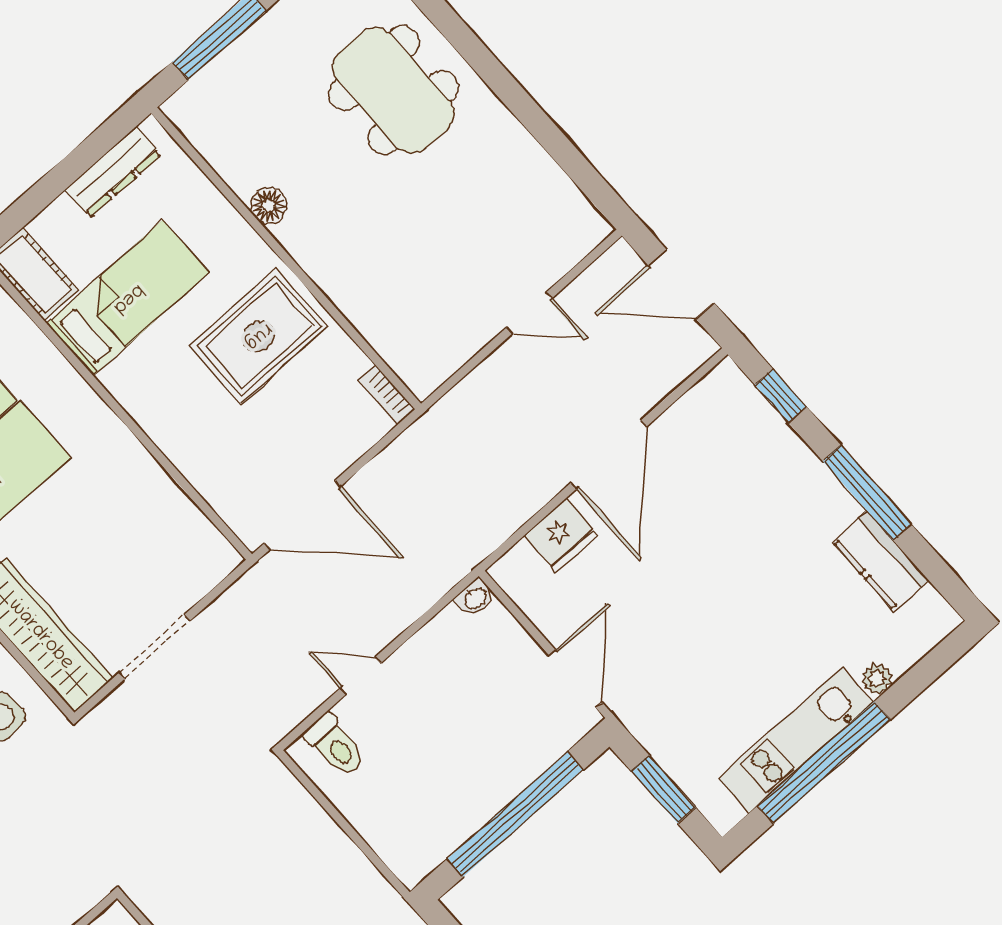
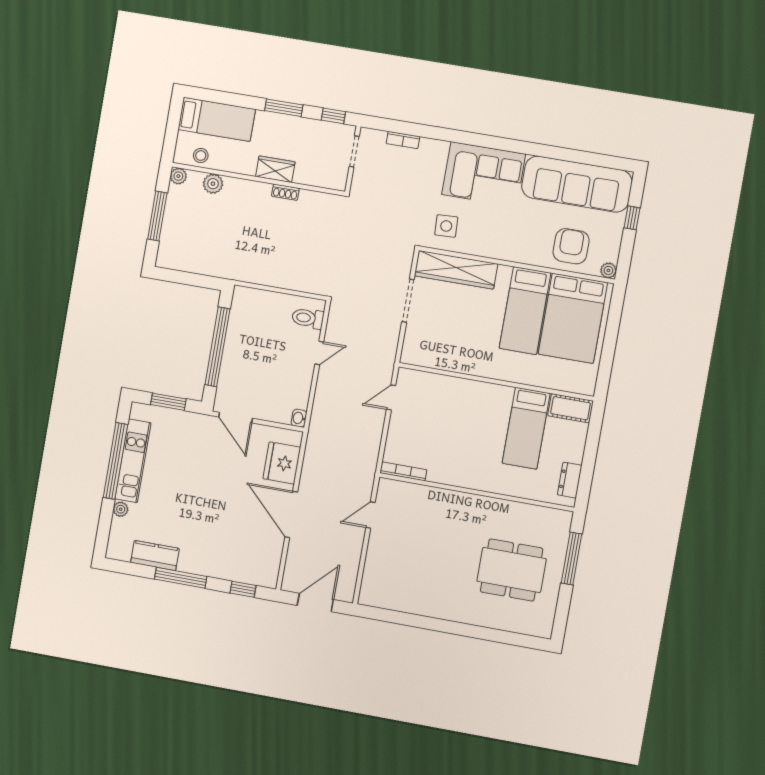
dining table: (393, 90) -> (512, 570), moved
dresser: (113, 172) -> (570, 480), width x0.70
floor lamp: (269, 206) -> (500, 507), removed
door: (529, 313) -> (371, 515), moved
rug: (258, 336) -> (463, 453), removed
bookcase: (387, 395) -> (403, 471), width x1.56
door: (302, 515) -> (391, 397), width x0.53
fridge: (561, 535) -> (282, 463), width x1.36, depth x1.34

